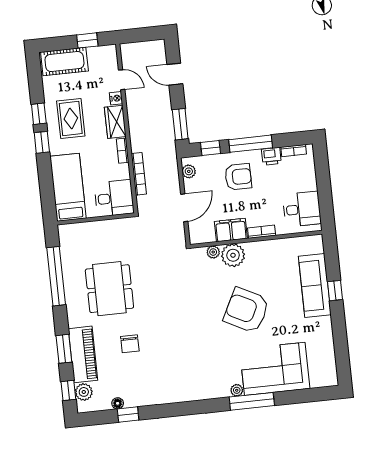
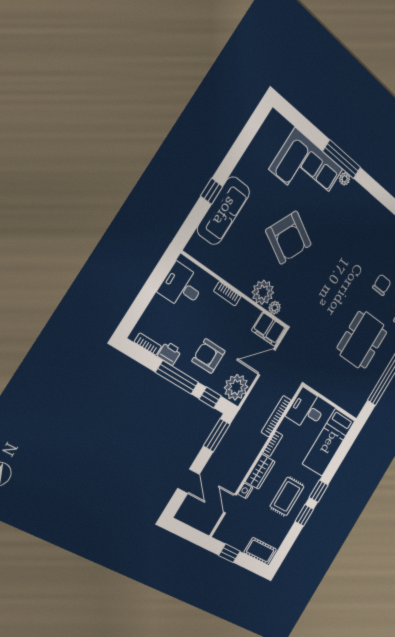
cot: (64, 62) -> (260, 551), width x0.73, depth x0.75
plant: (189, 171) -> (236, 387), width x1.87, depth x1.87
filing cabinet: (231, 230) -> (269, 329), moved

